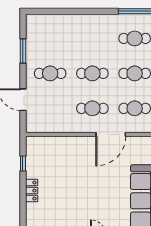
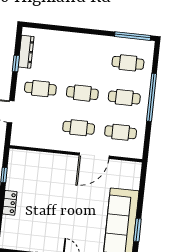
dresser: (32, 38) -> (26, 52), added
window: (23, 51) -> (16, 64), width x0.67

